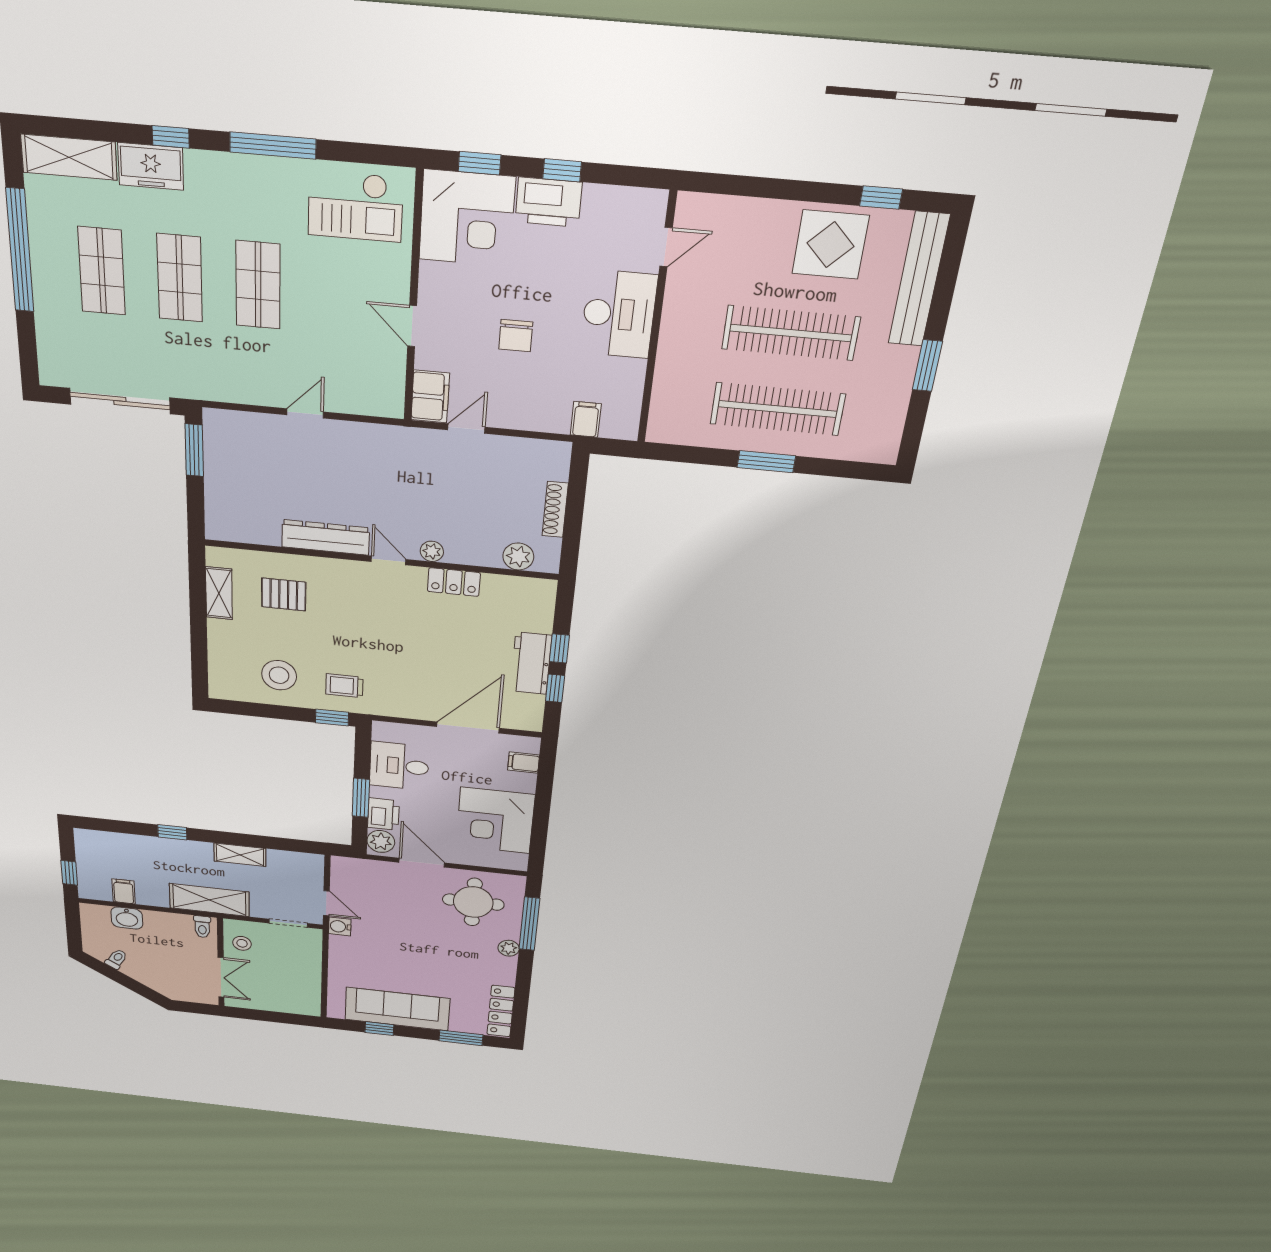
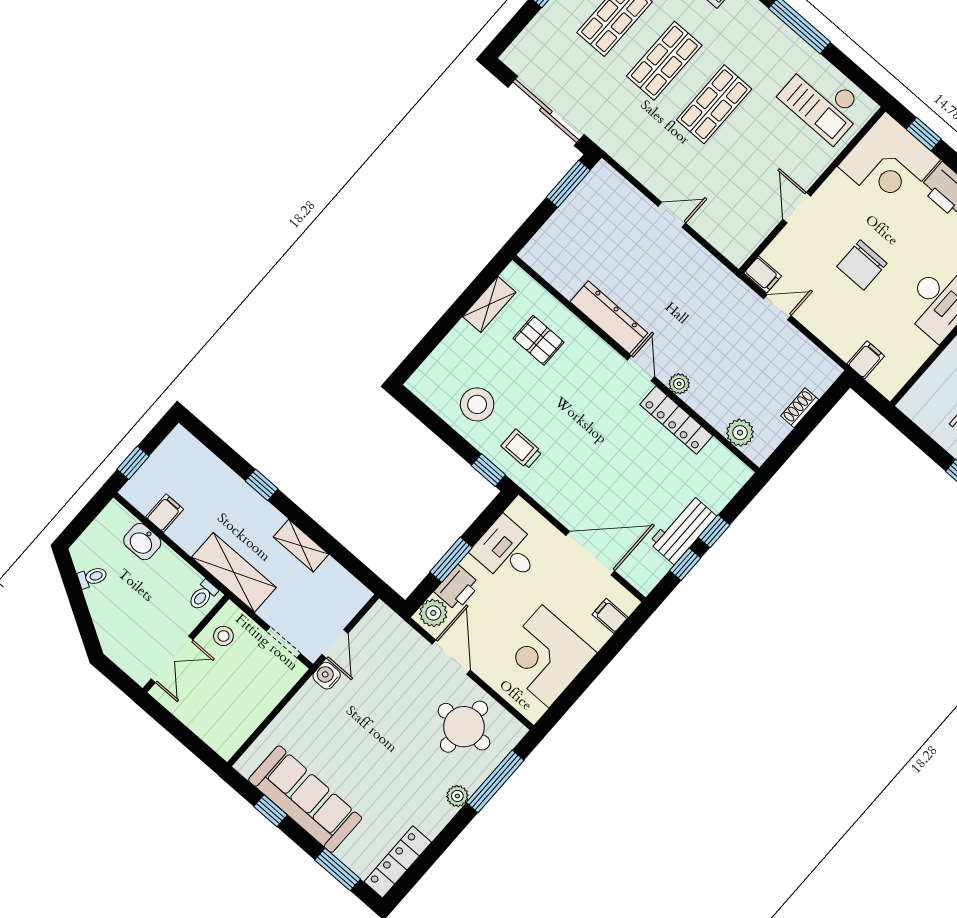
chair: (516, 336) -> (862, 265), width x1.37, depth x1.37
filing cabinet: (430, 396) -> (763, 274), width x0.50
shoe rack: (555, 510) -> (800, 408), width x0.70
locker: (454, 582) -> (676, 420), width x1.53

